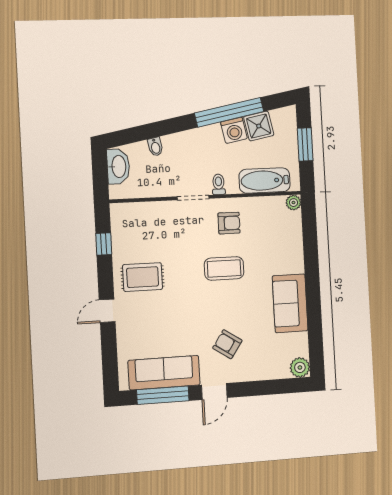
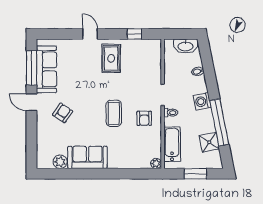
washing machine: (234, 130) -> (202, 101), moved
plant: (300, 367) -> (60, 162), moved

